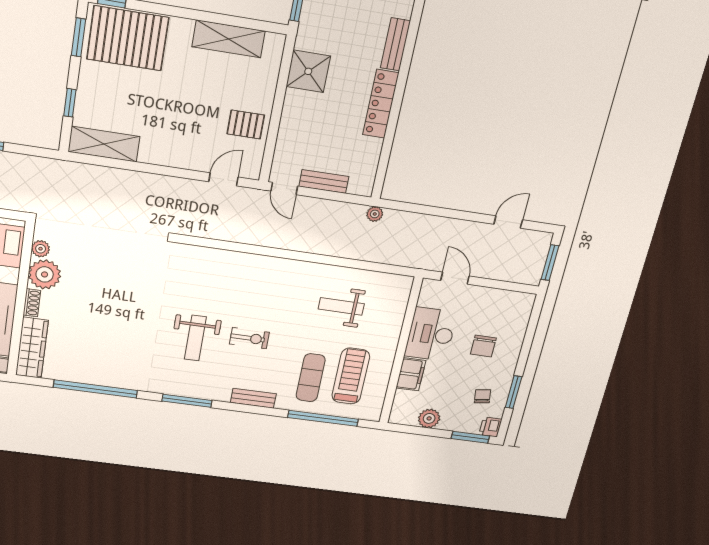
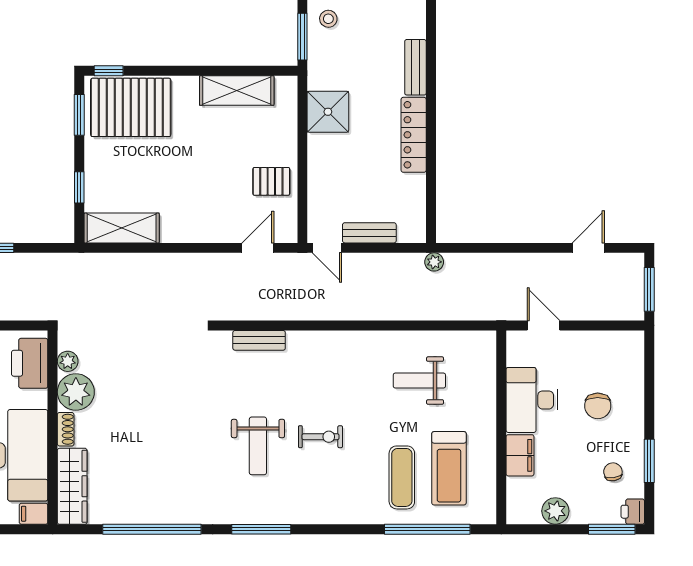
treadmill: (351, 376) -> (449, 468), turned 180
bench: (253, 398) -> (259, 340), moved

